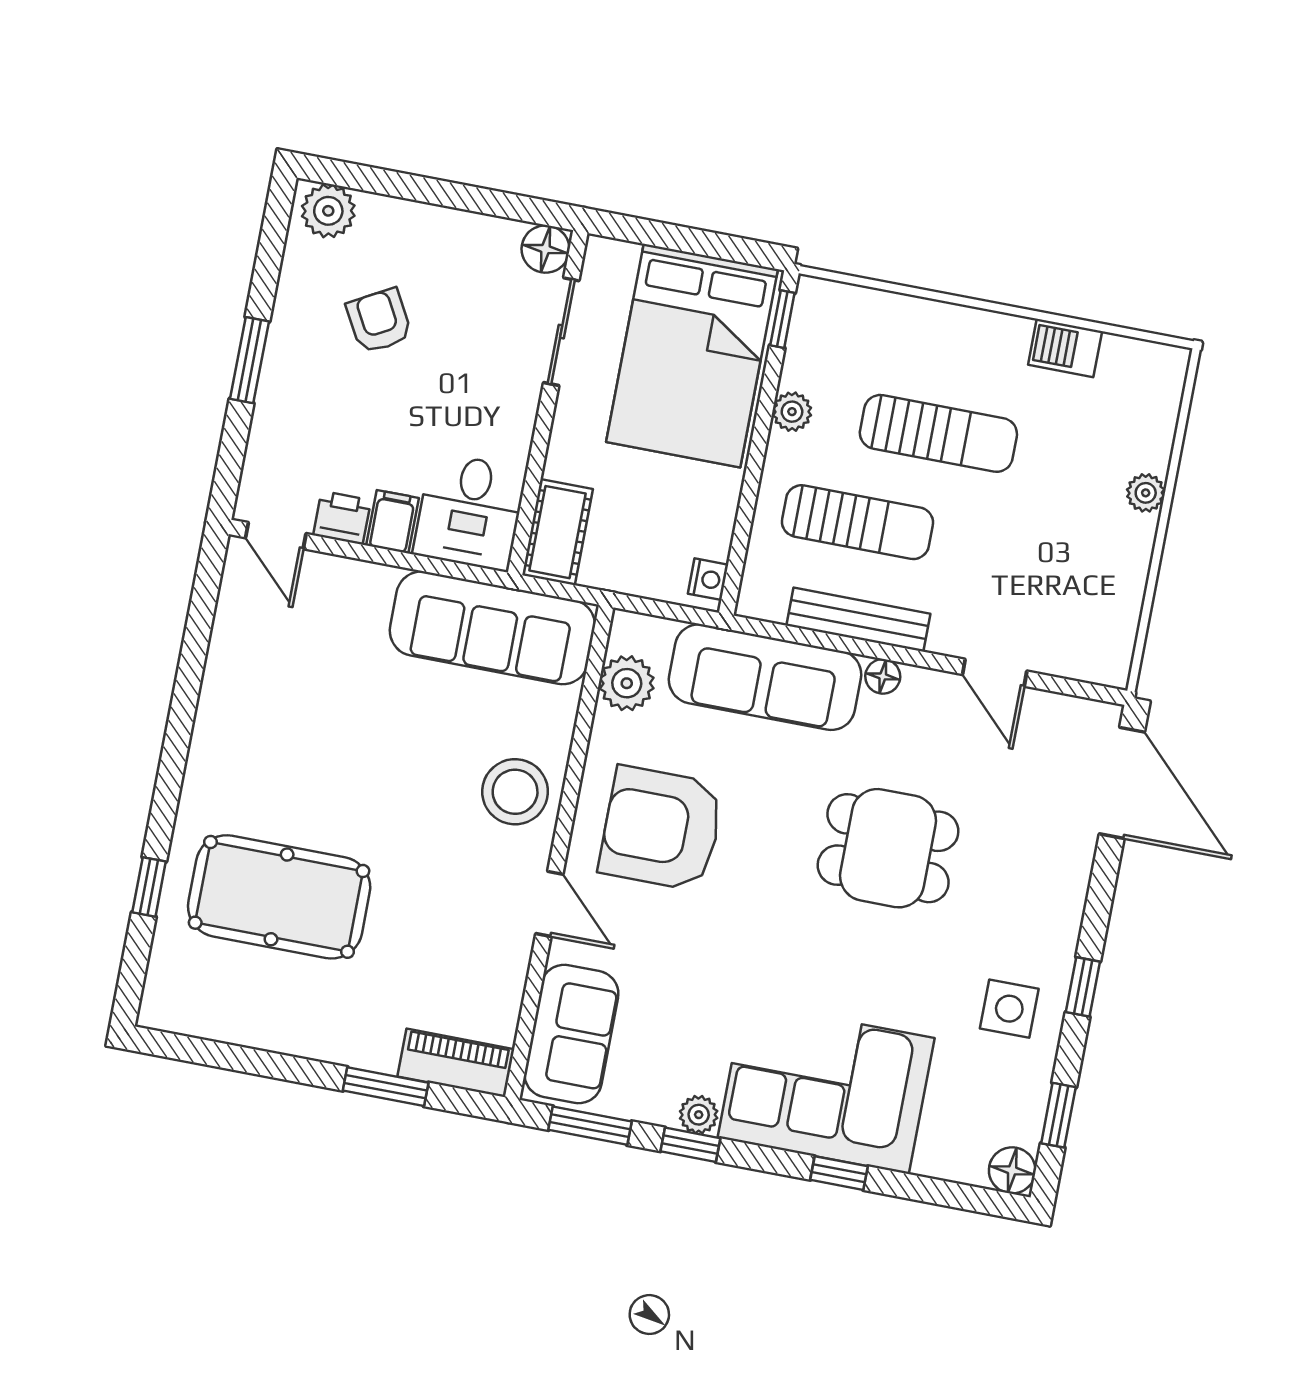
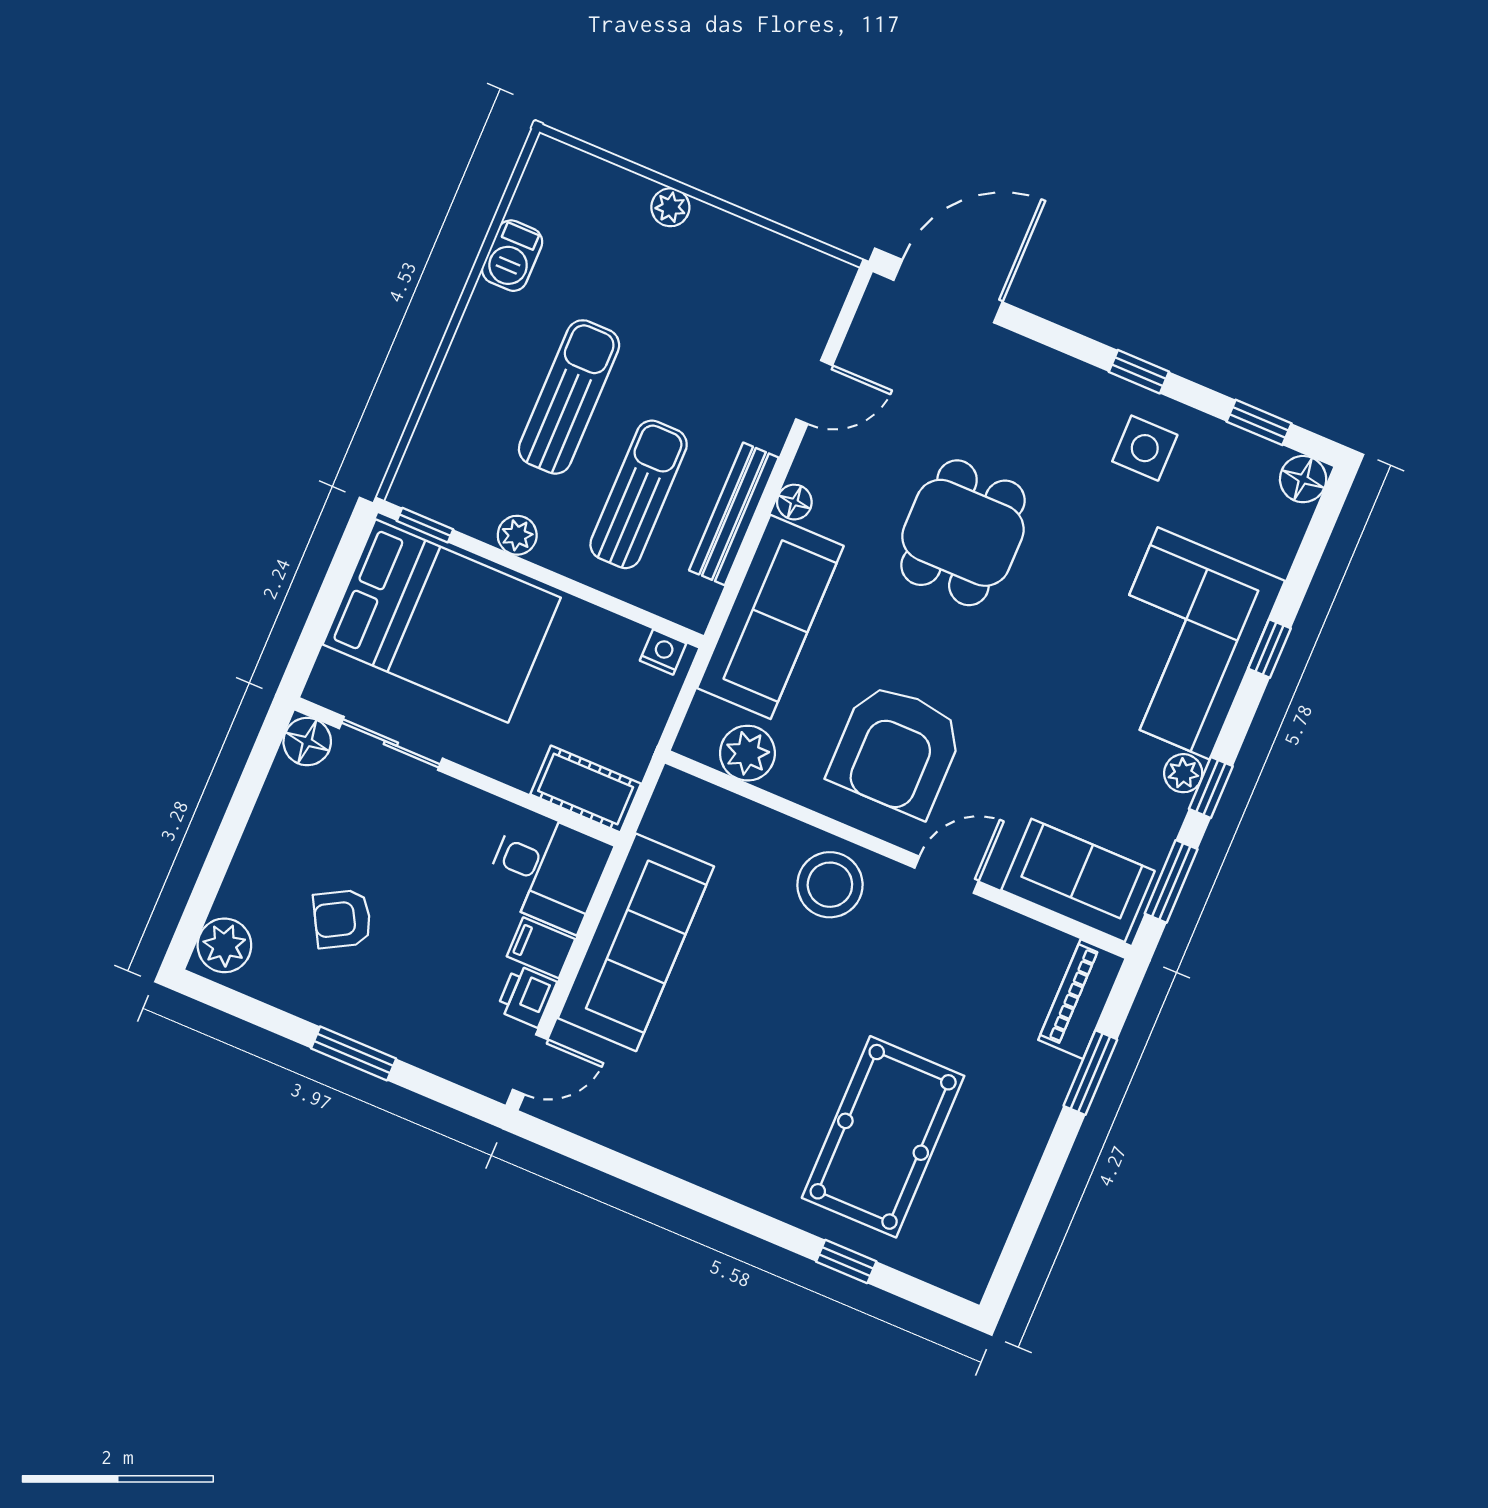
sofa: (492, 628) -> (636, 942), moved

